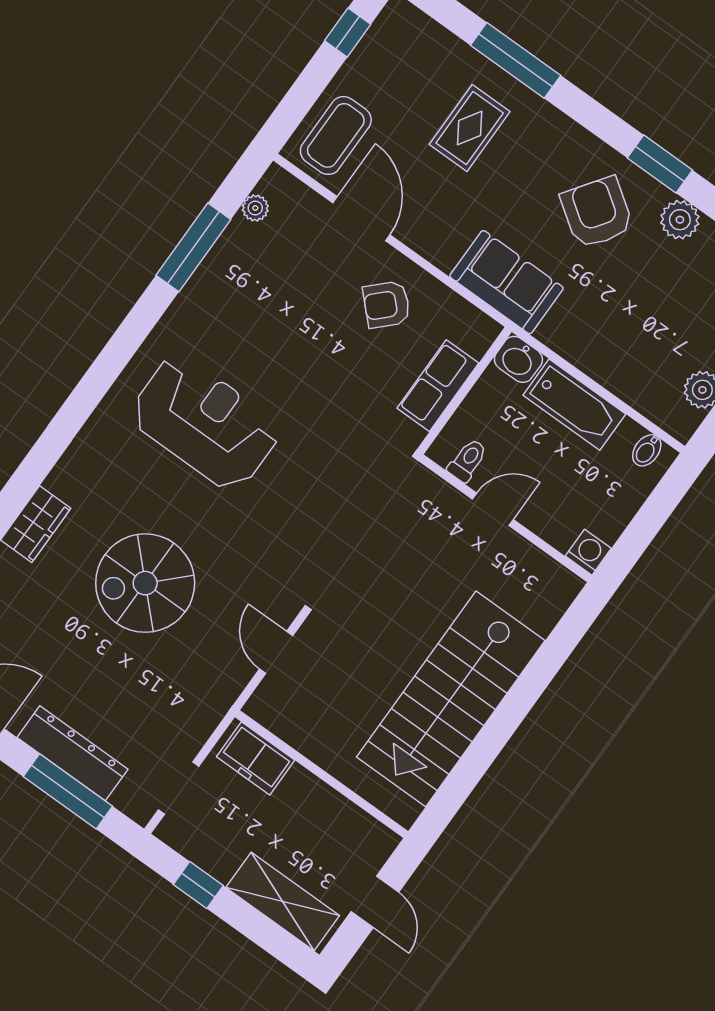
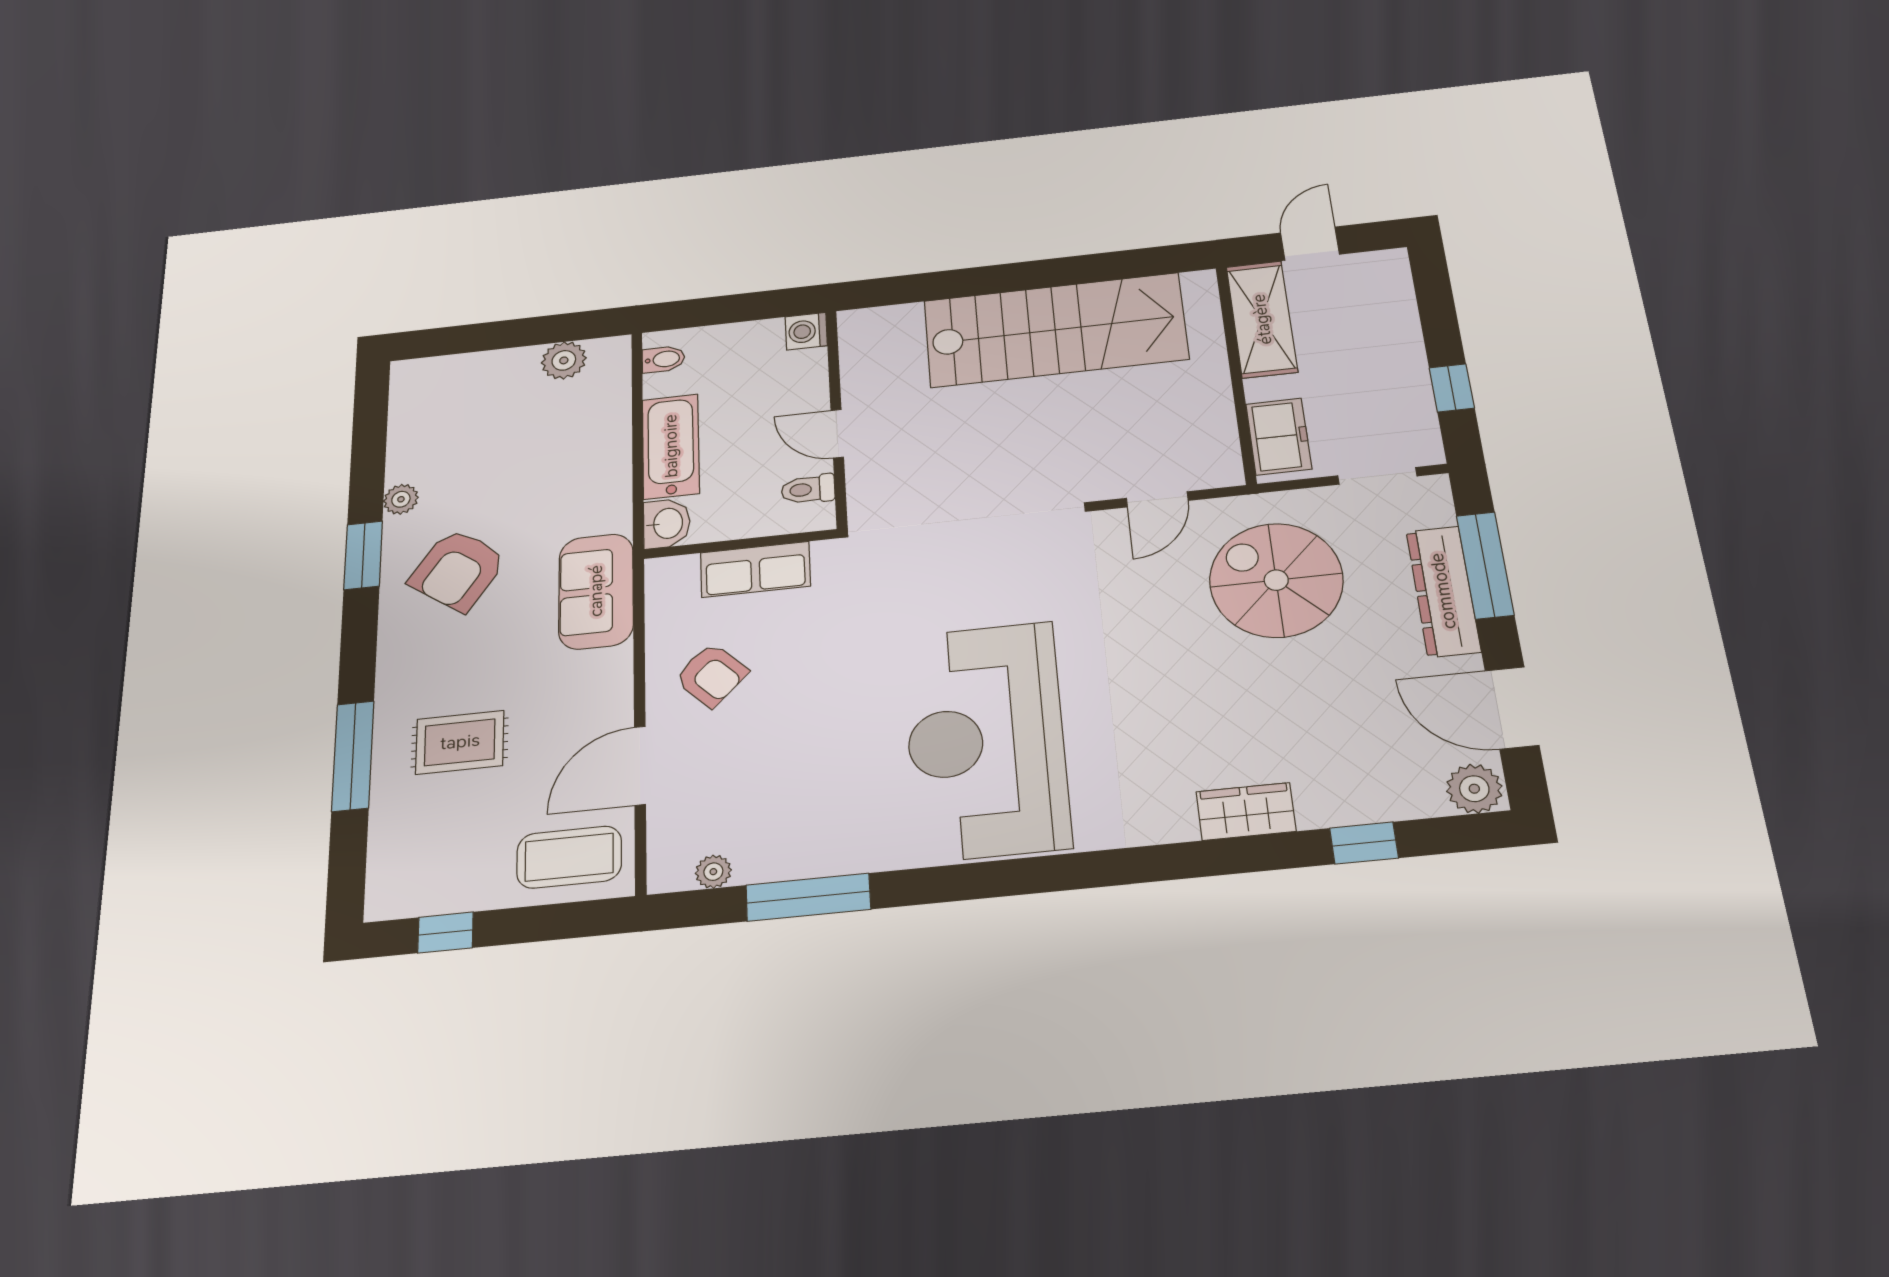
plant: (680, 220) -> (401, 499), width x0.73, depth x0.73
reception desk: (205, 423) -> (986, 740), width x1.36, depth x1.30
spiral stairs: (145, 583) -> (1276, 580), moved, turned 180
shelving: (283, 901) -> (1262, 319), moved

